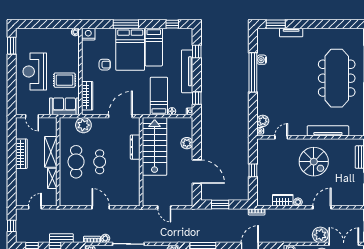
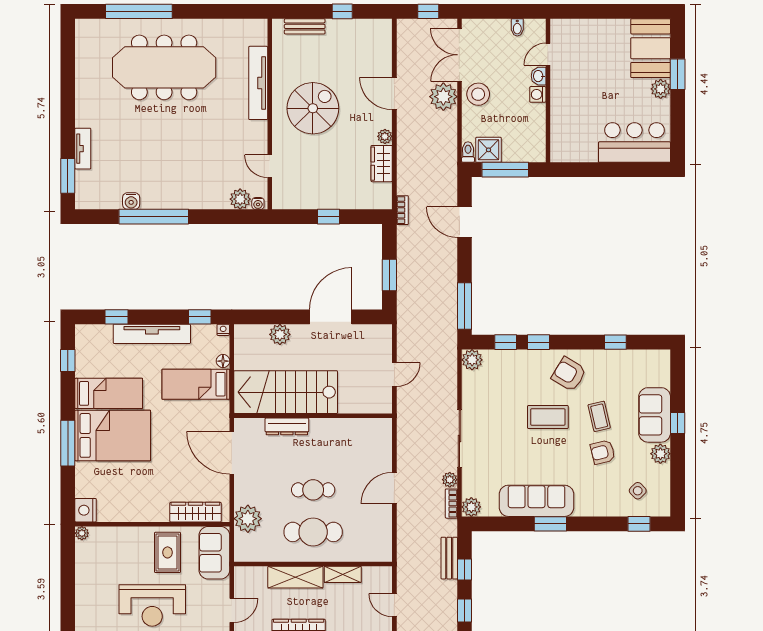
armchair: (105, 65) -> (140, 481), removed

